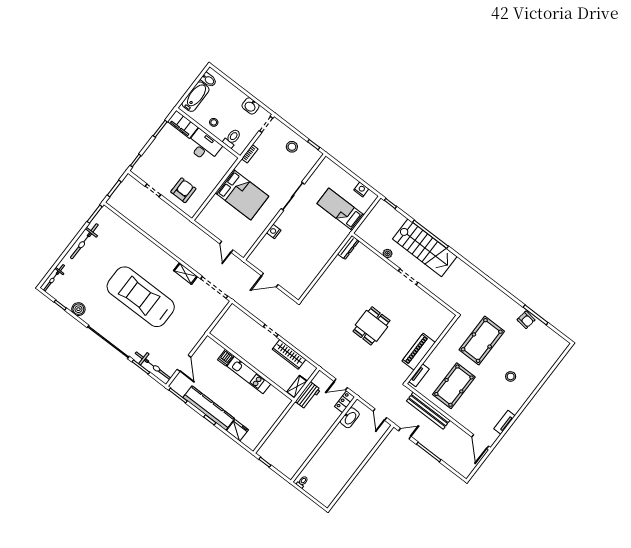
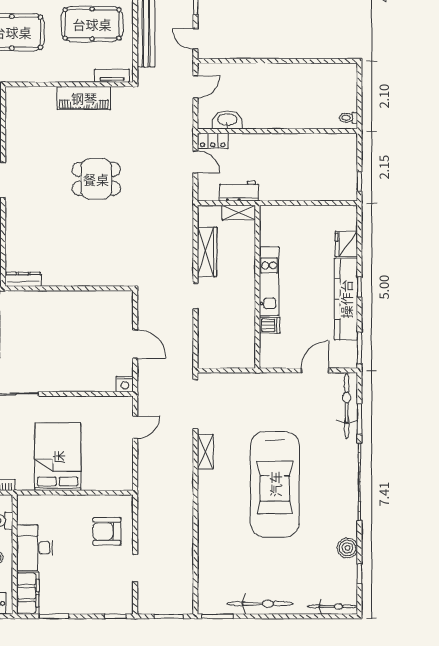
nightstand: (274, 231) -> (125, 384), moved

